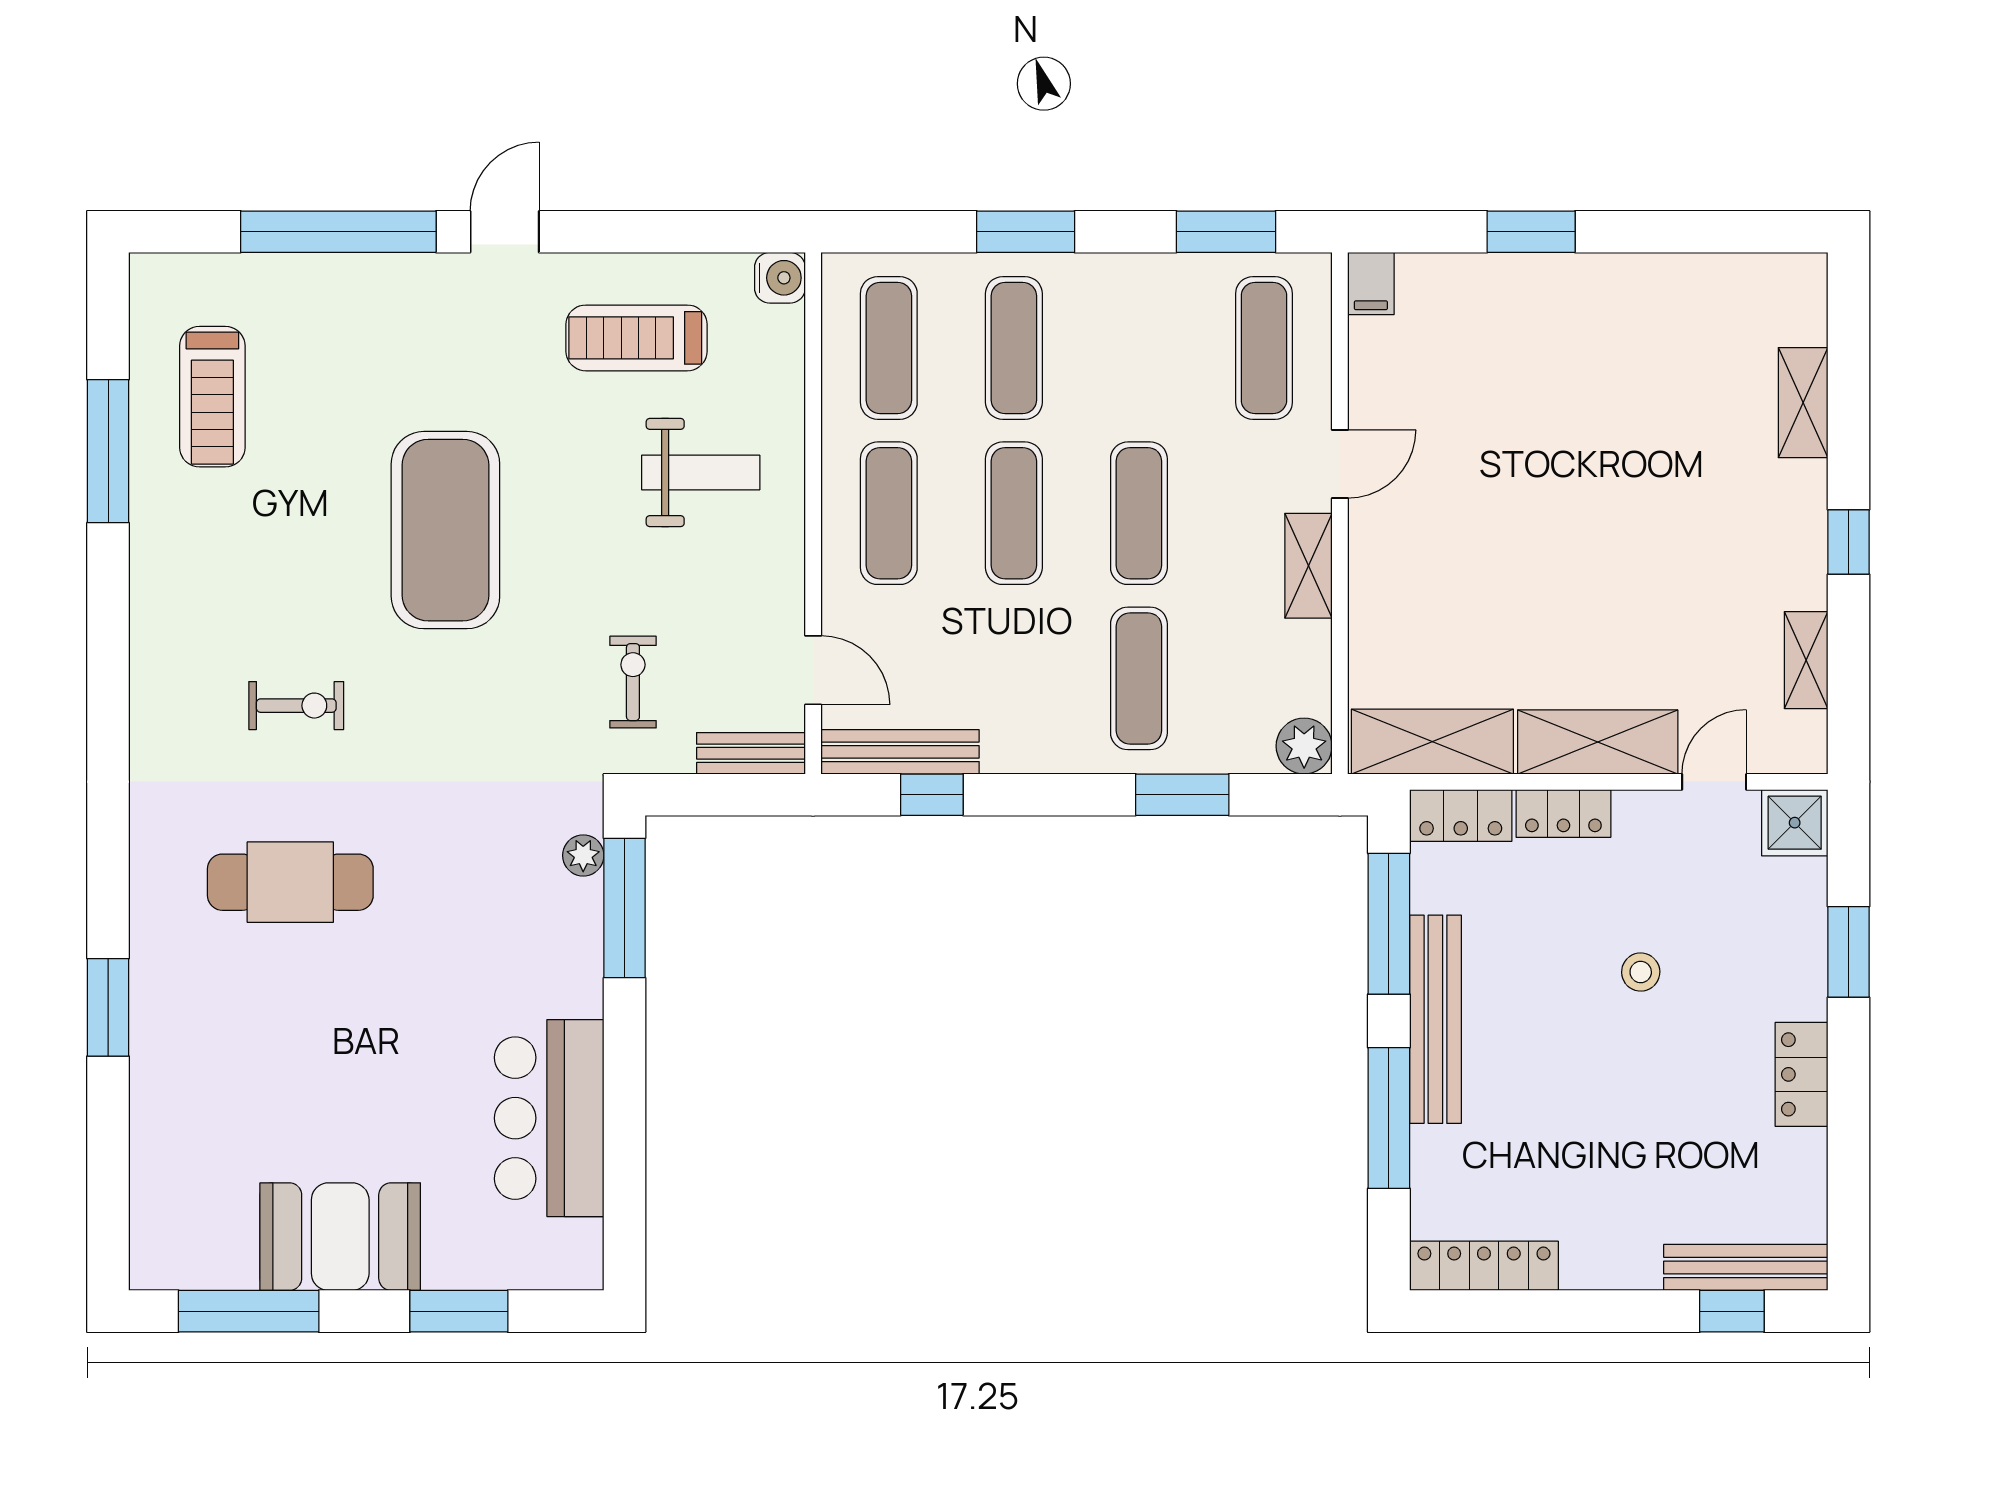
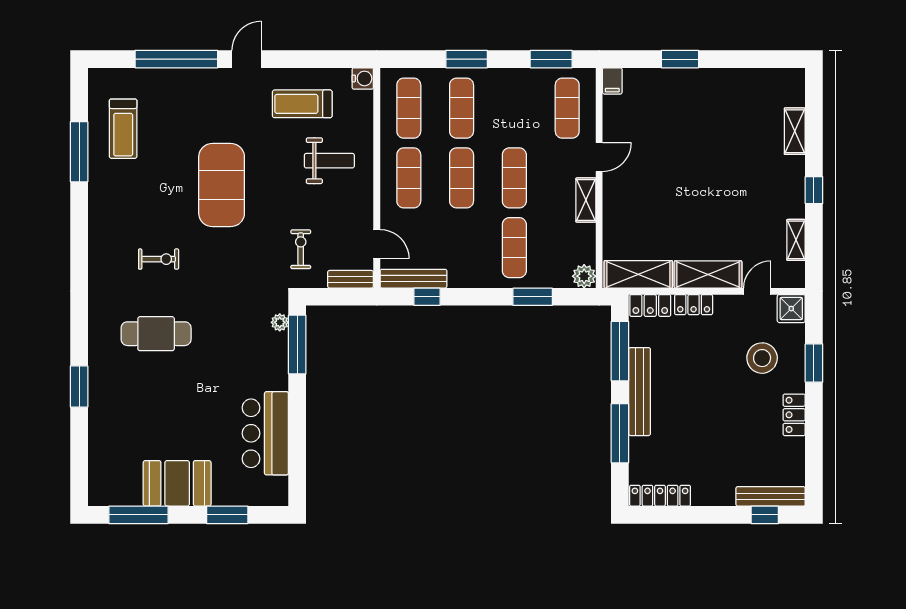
stool: (1641, 972) -> (762, 358), moved, width x1.89, depth x1.89

